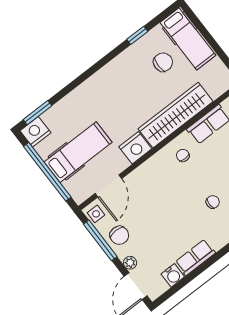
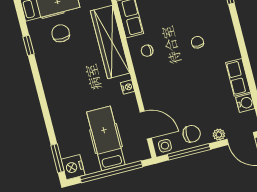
nightstand: (135, 148) -> (128, 87), width x0.53, depth x0.56

